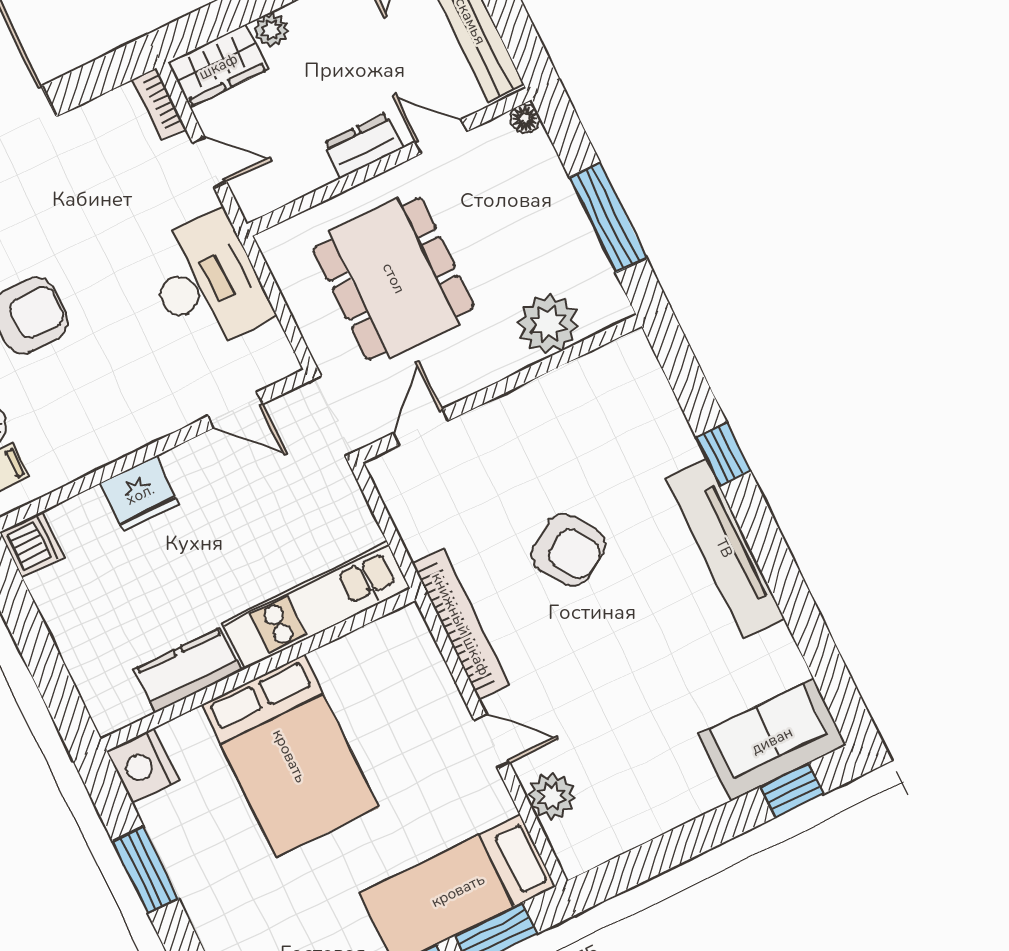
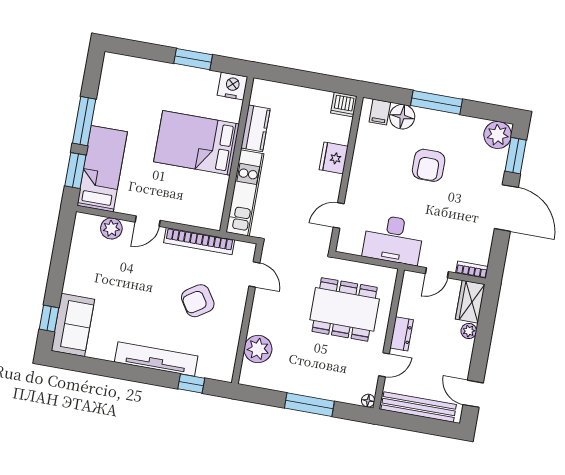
plant: (548, 324) -> (258, 349), moved
wall: (500, 388) -> (247, 314), moved
door: (421, 427) -> (254, 274), moved

